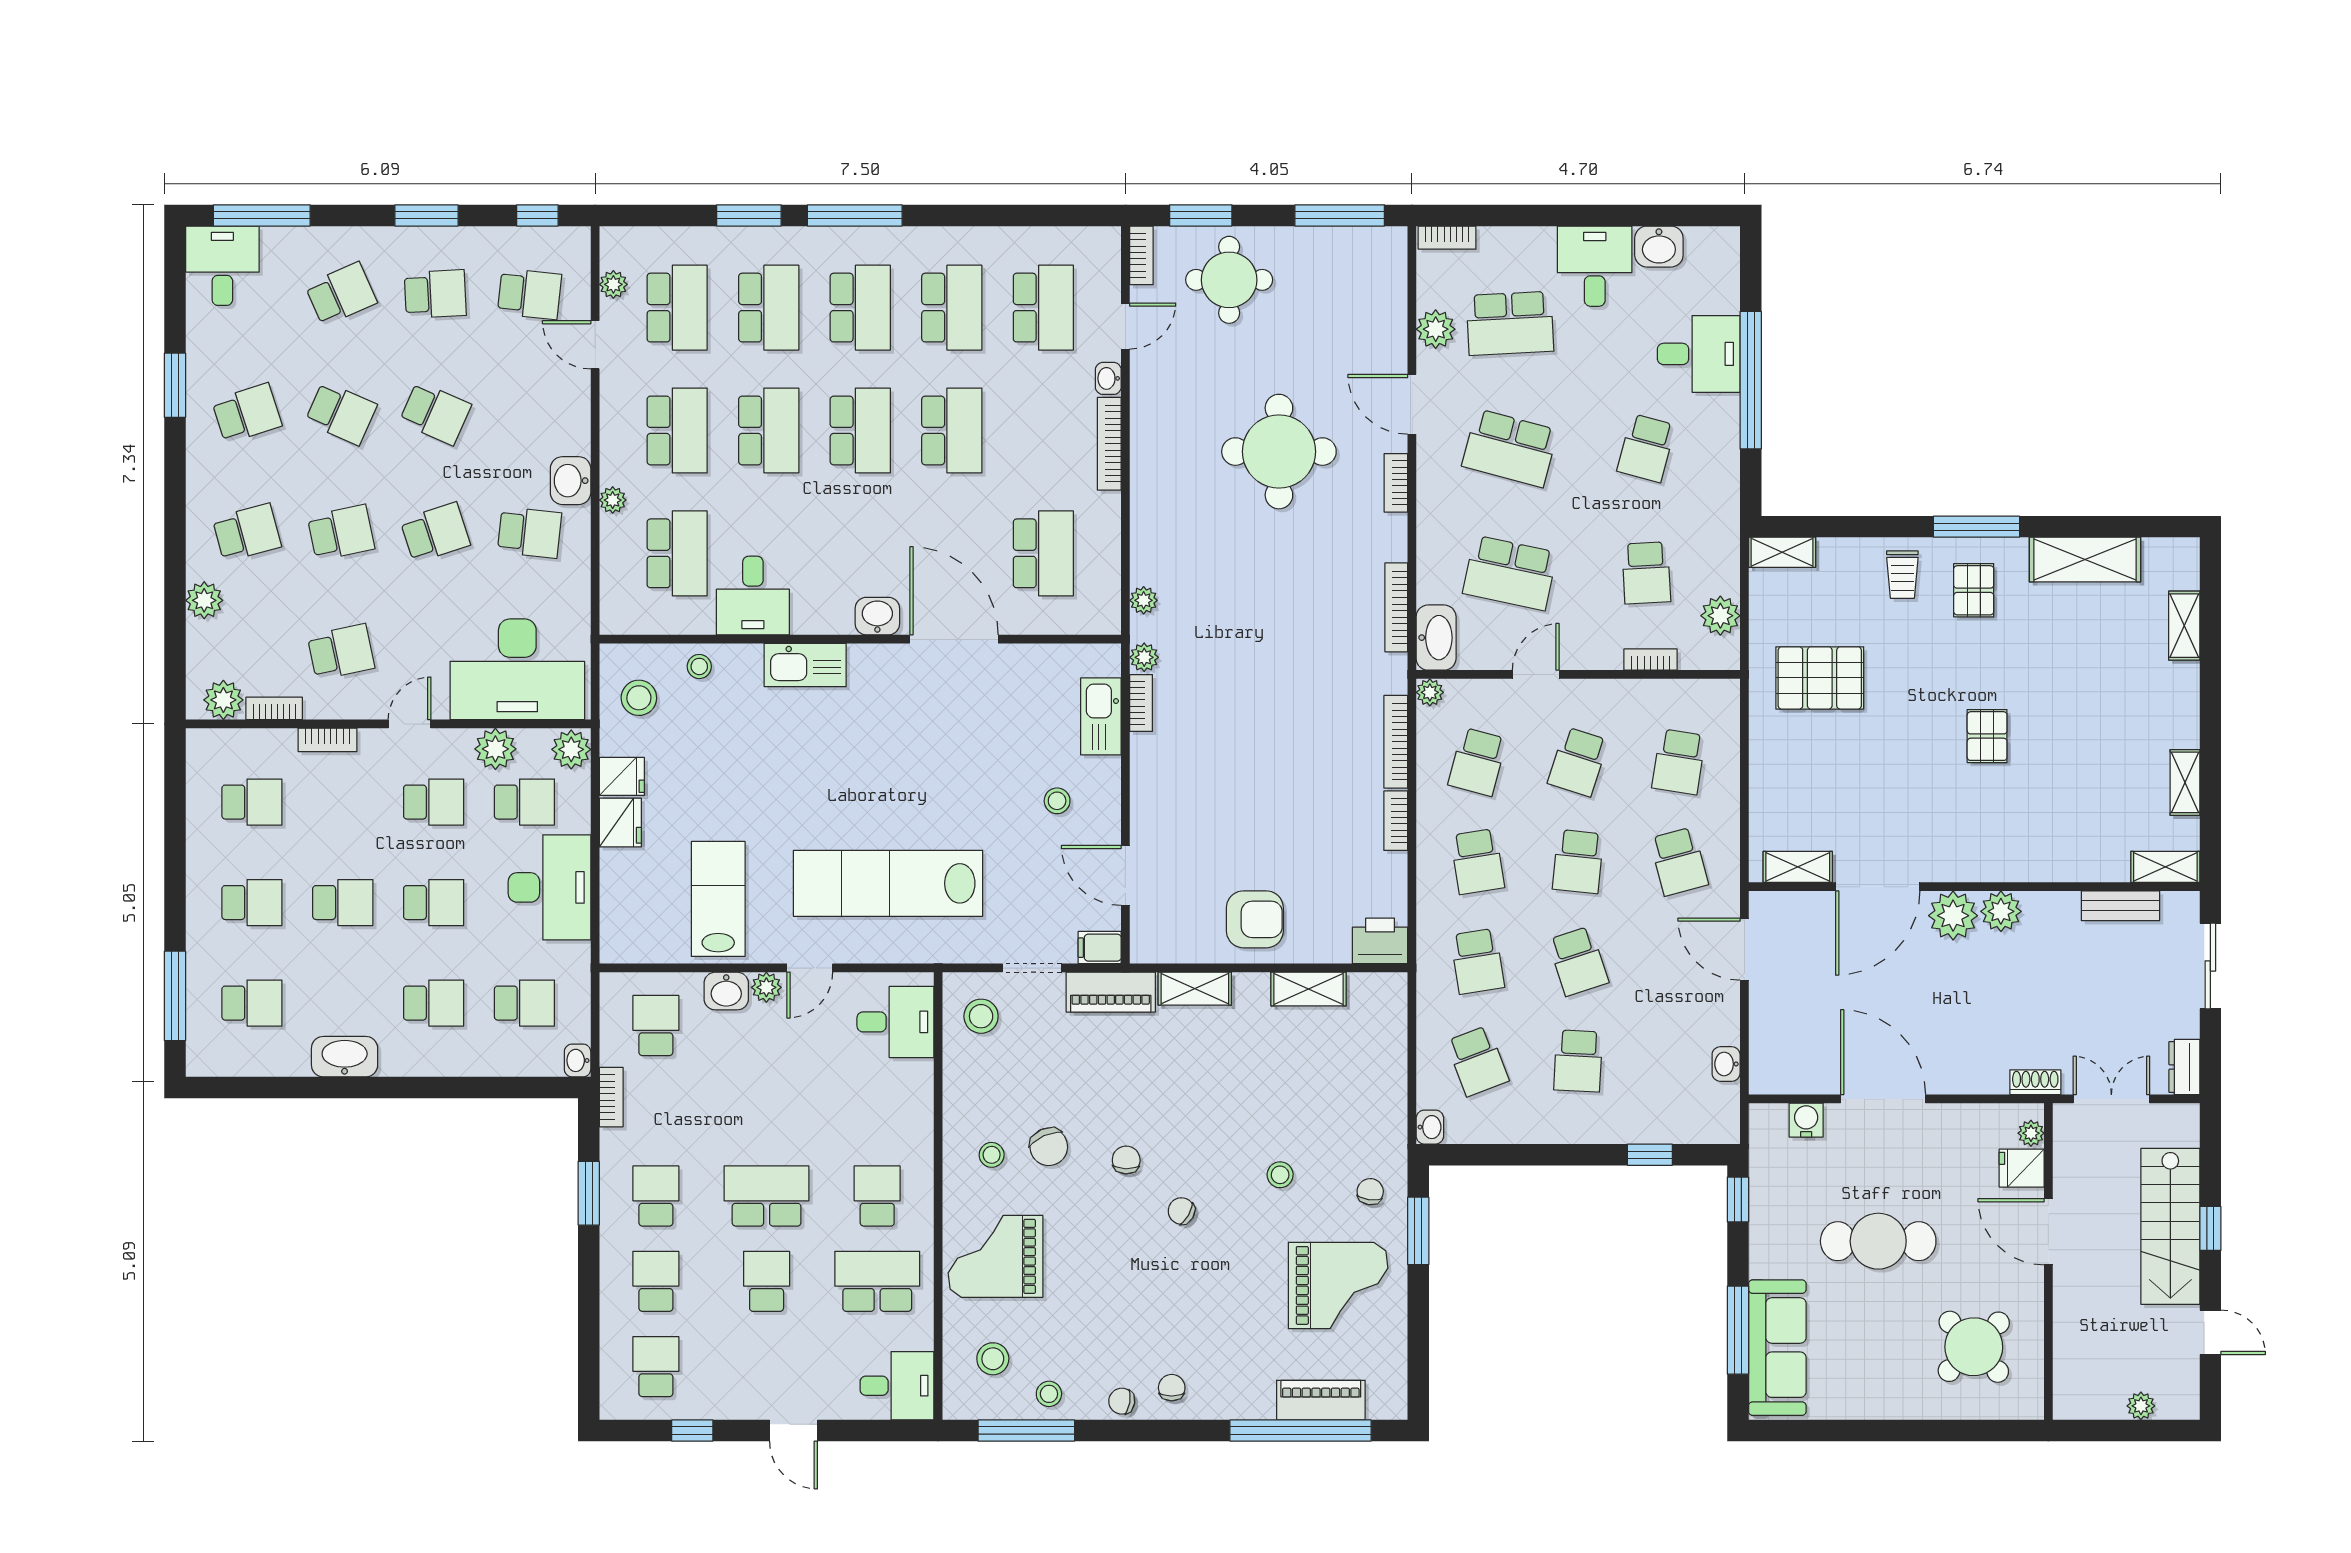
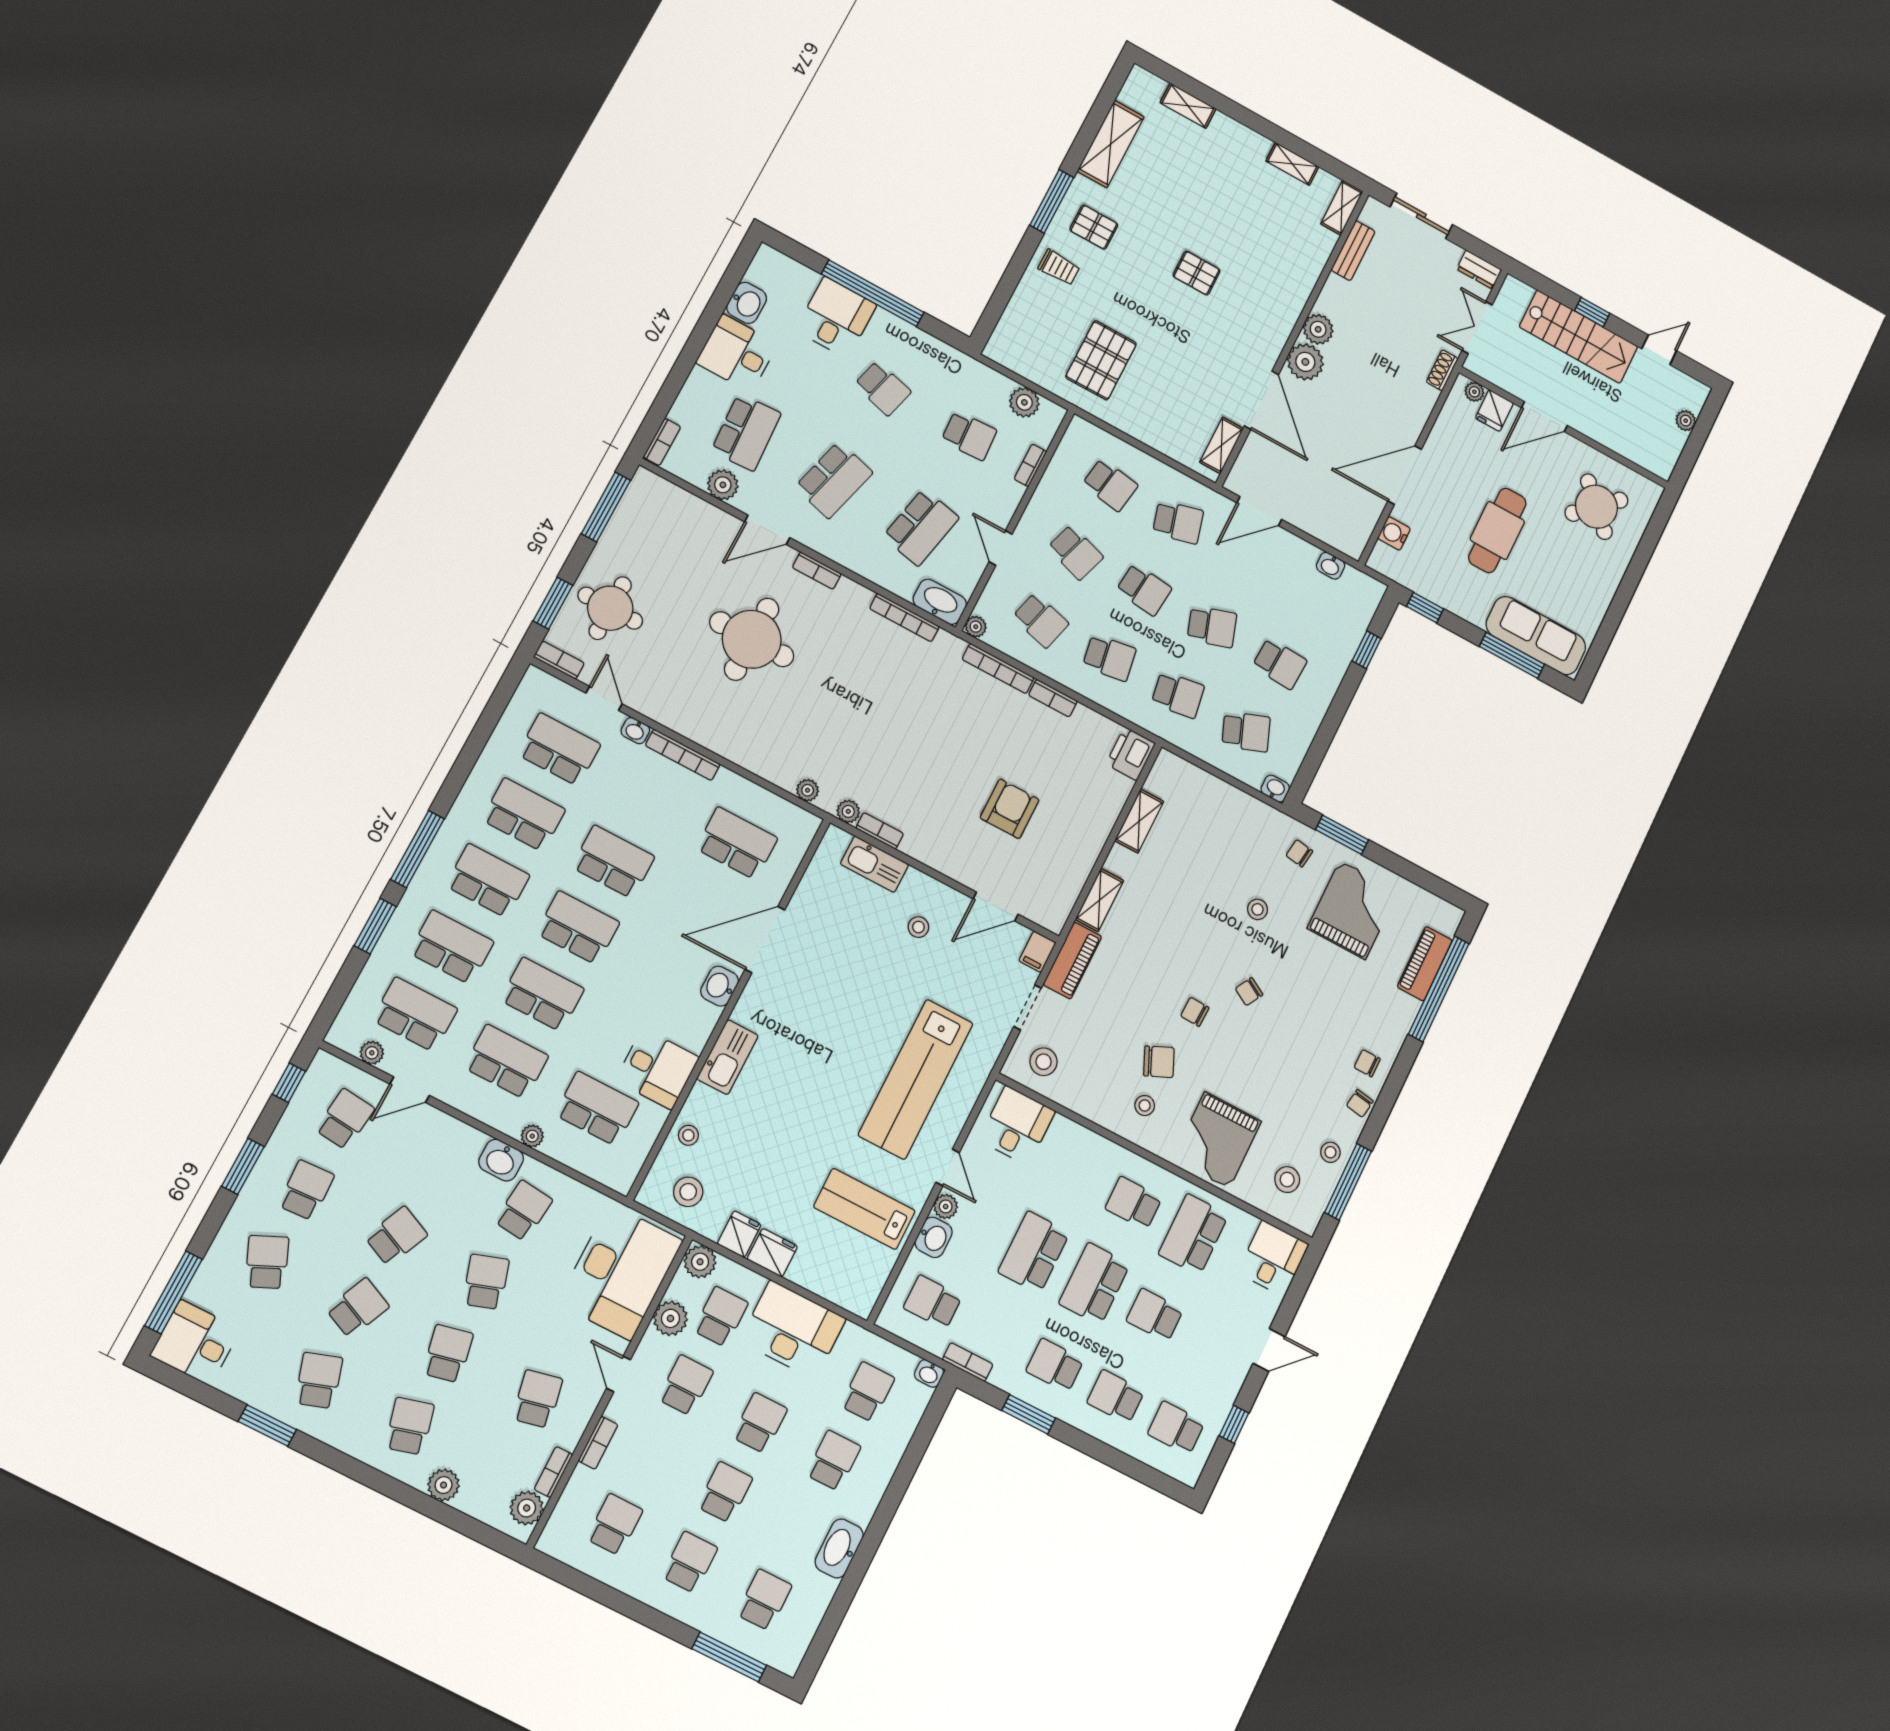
shelving: (1782, 552) -> (1002, 338), removed
armchair: (1255, 919) -> (1010, 809), moved
school desk: (767, 1111) -> (1034, 1252), added

